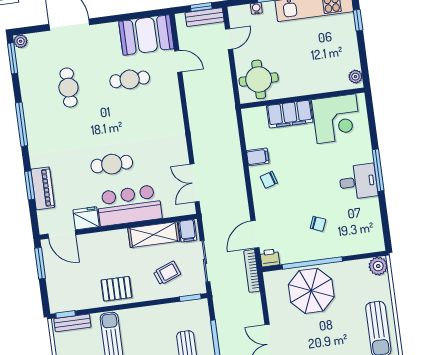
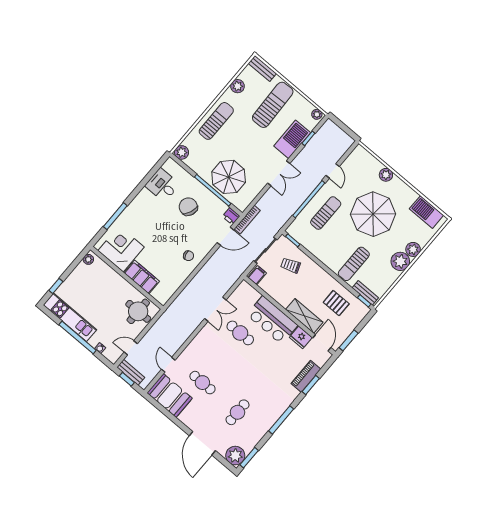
plant: (21, 41) -> (235, 456), width x1.88, depth x1.88
filing cabinet: (258, 157) -> (181, 273), removed
cafe table: (112, 164) -> (240, 333), moved
window: (378, 170) -> (115, 216), moved
desk: (358, 182) -> (162, 185), moved
double door: (195, 183) -> (215, 309), moved
chair: (318, 224) -> (188, 207), width x1.87, depth x1.87
shelving: (154, 235) -> (304, 316), moved
pallet: (116, 289) -> (336, 303), moved

